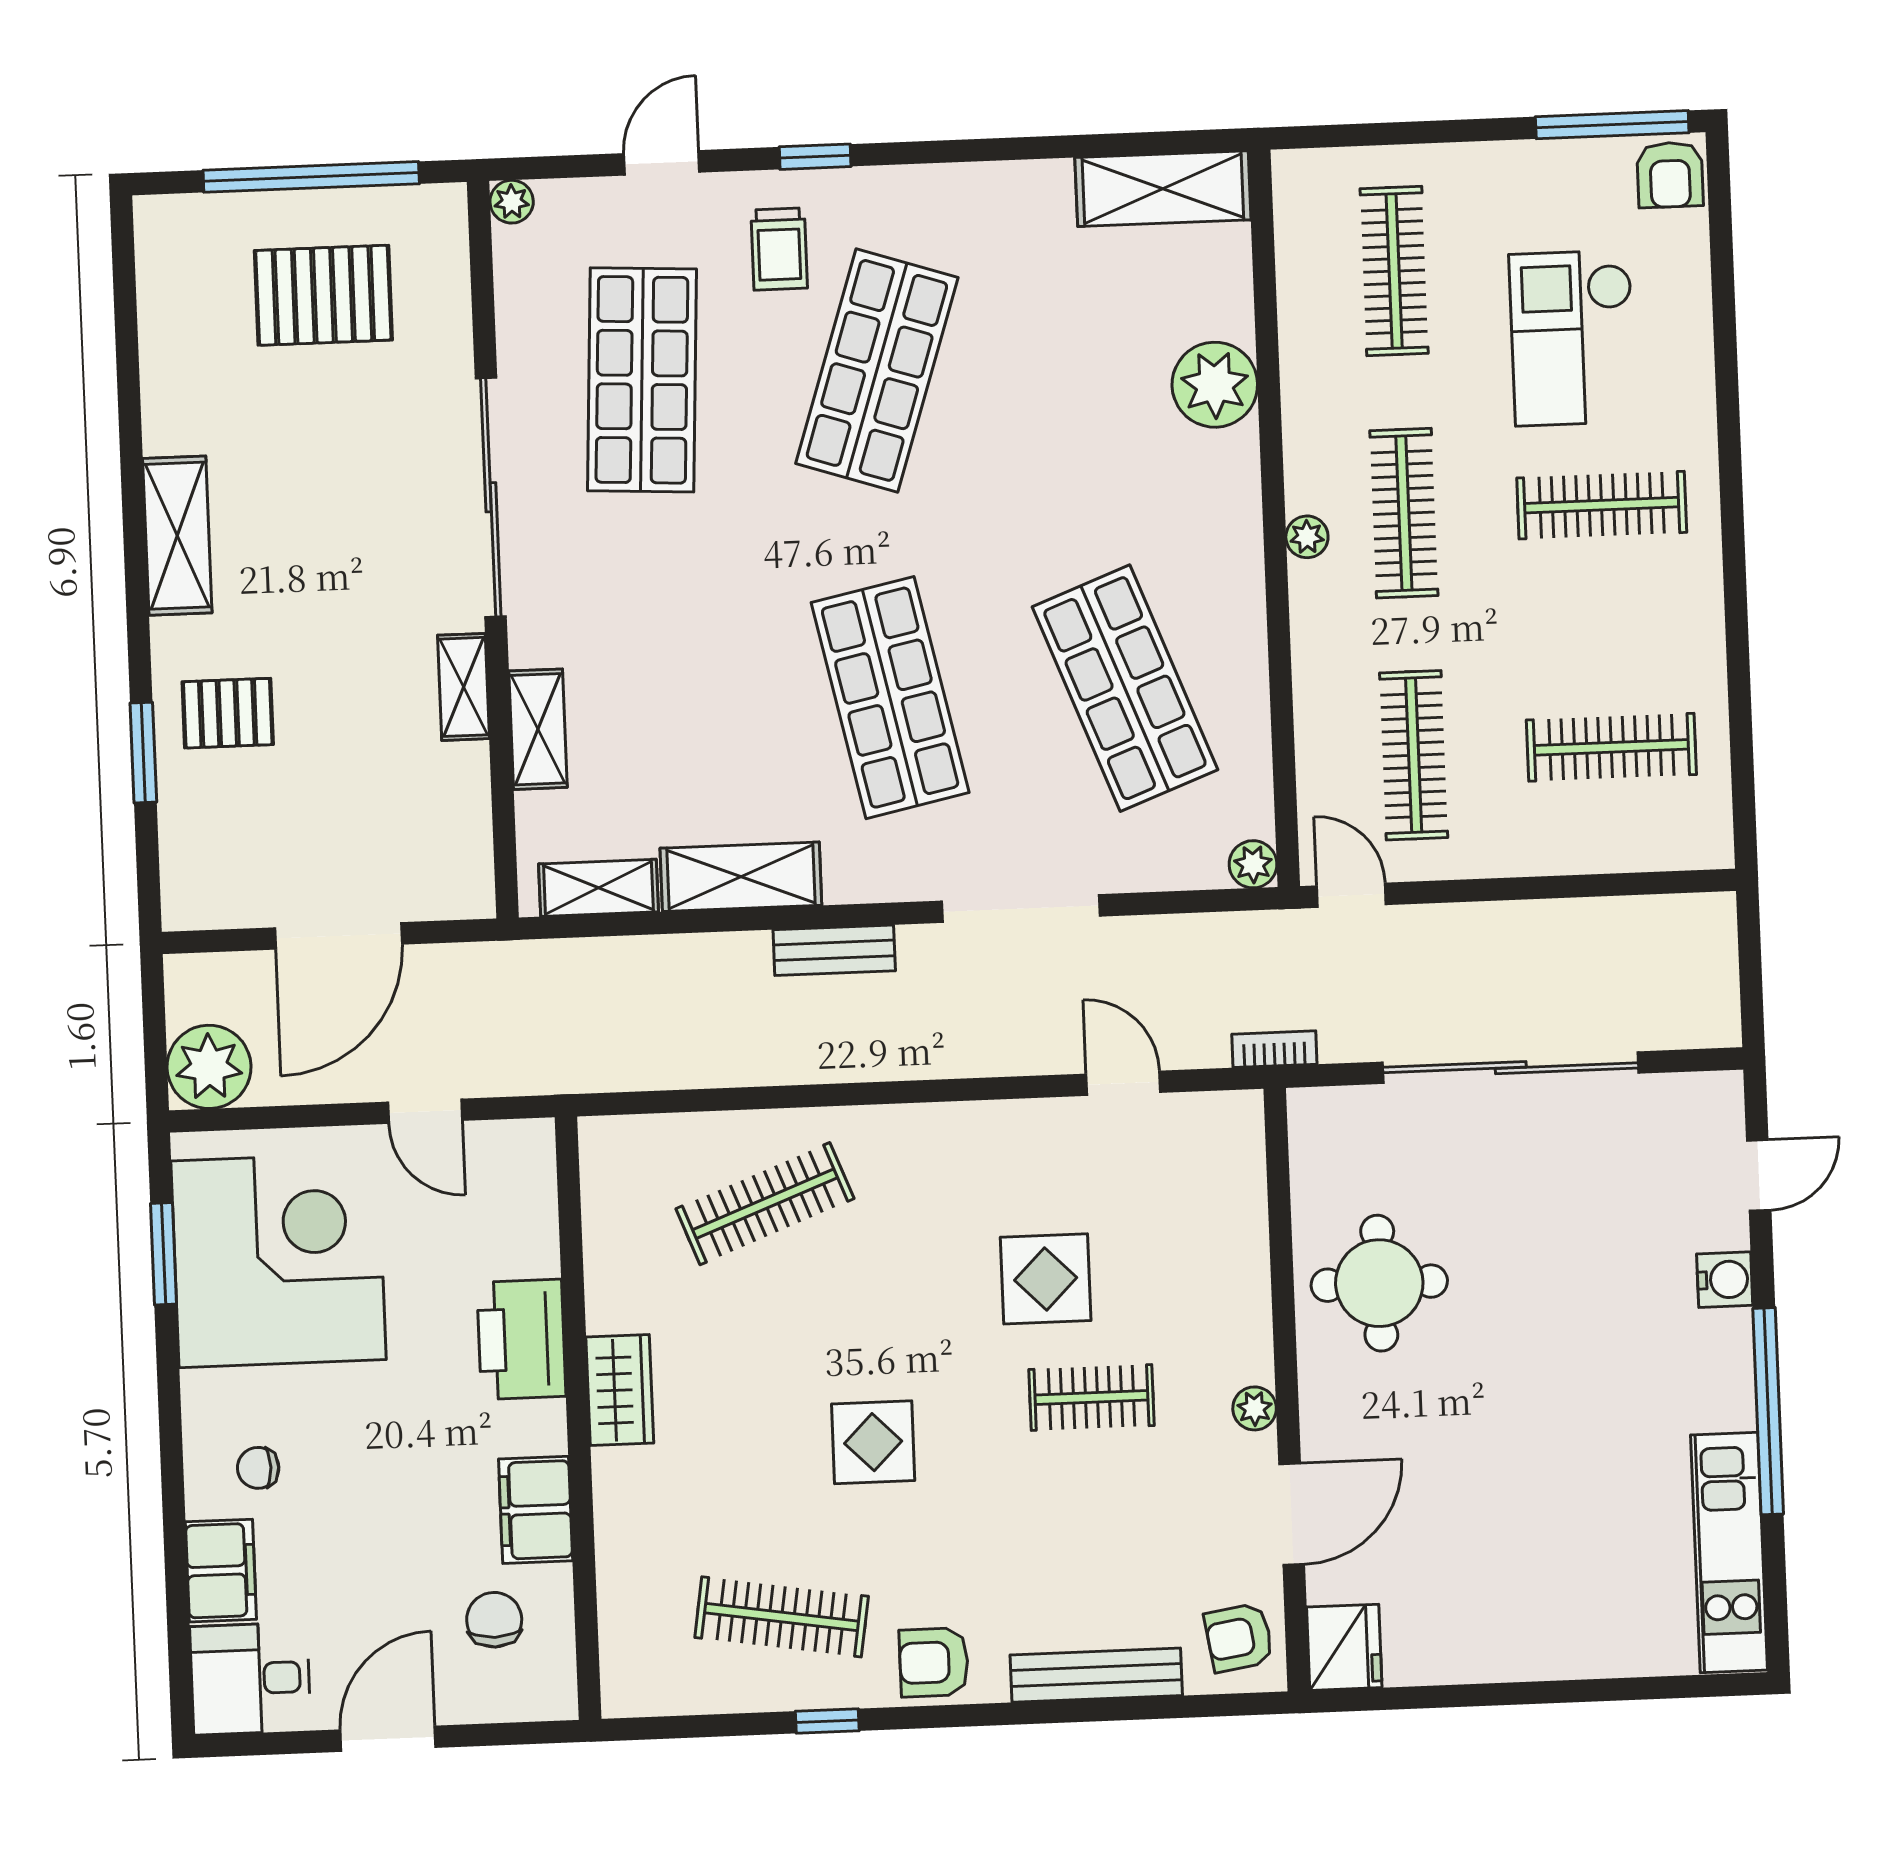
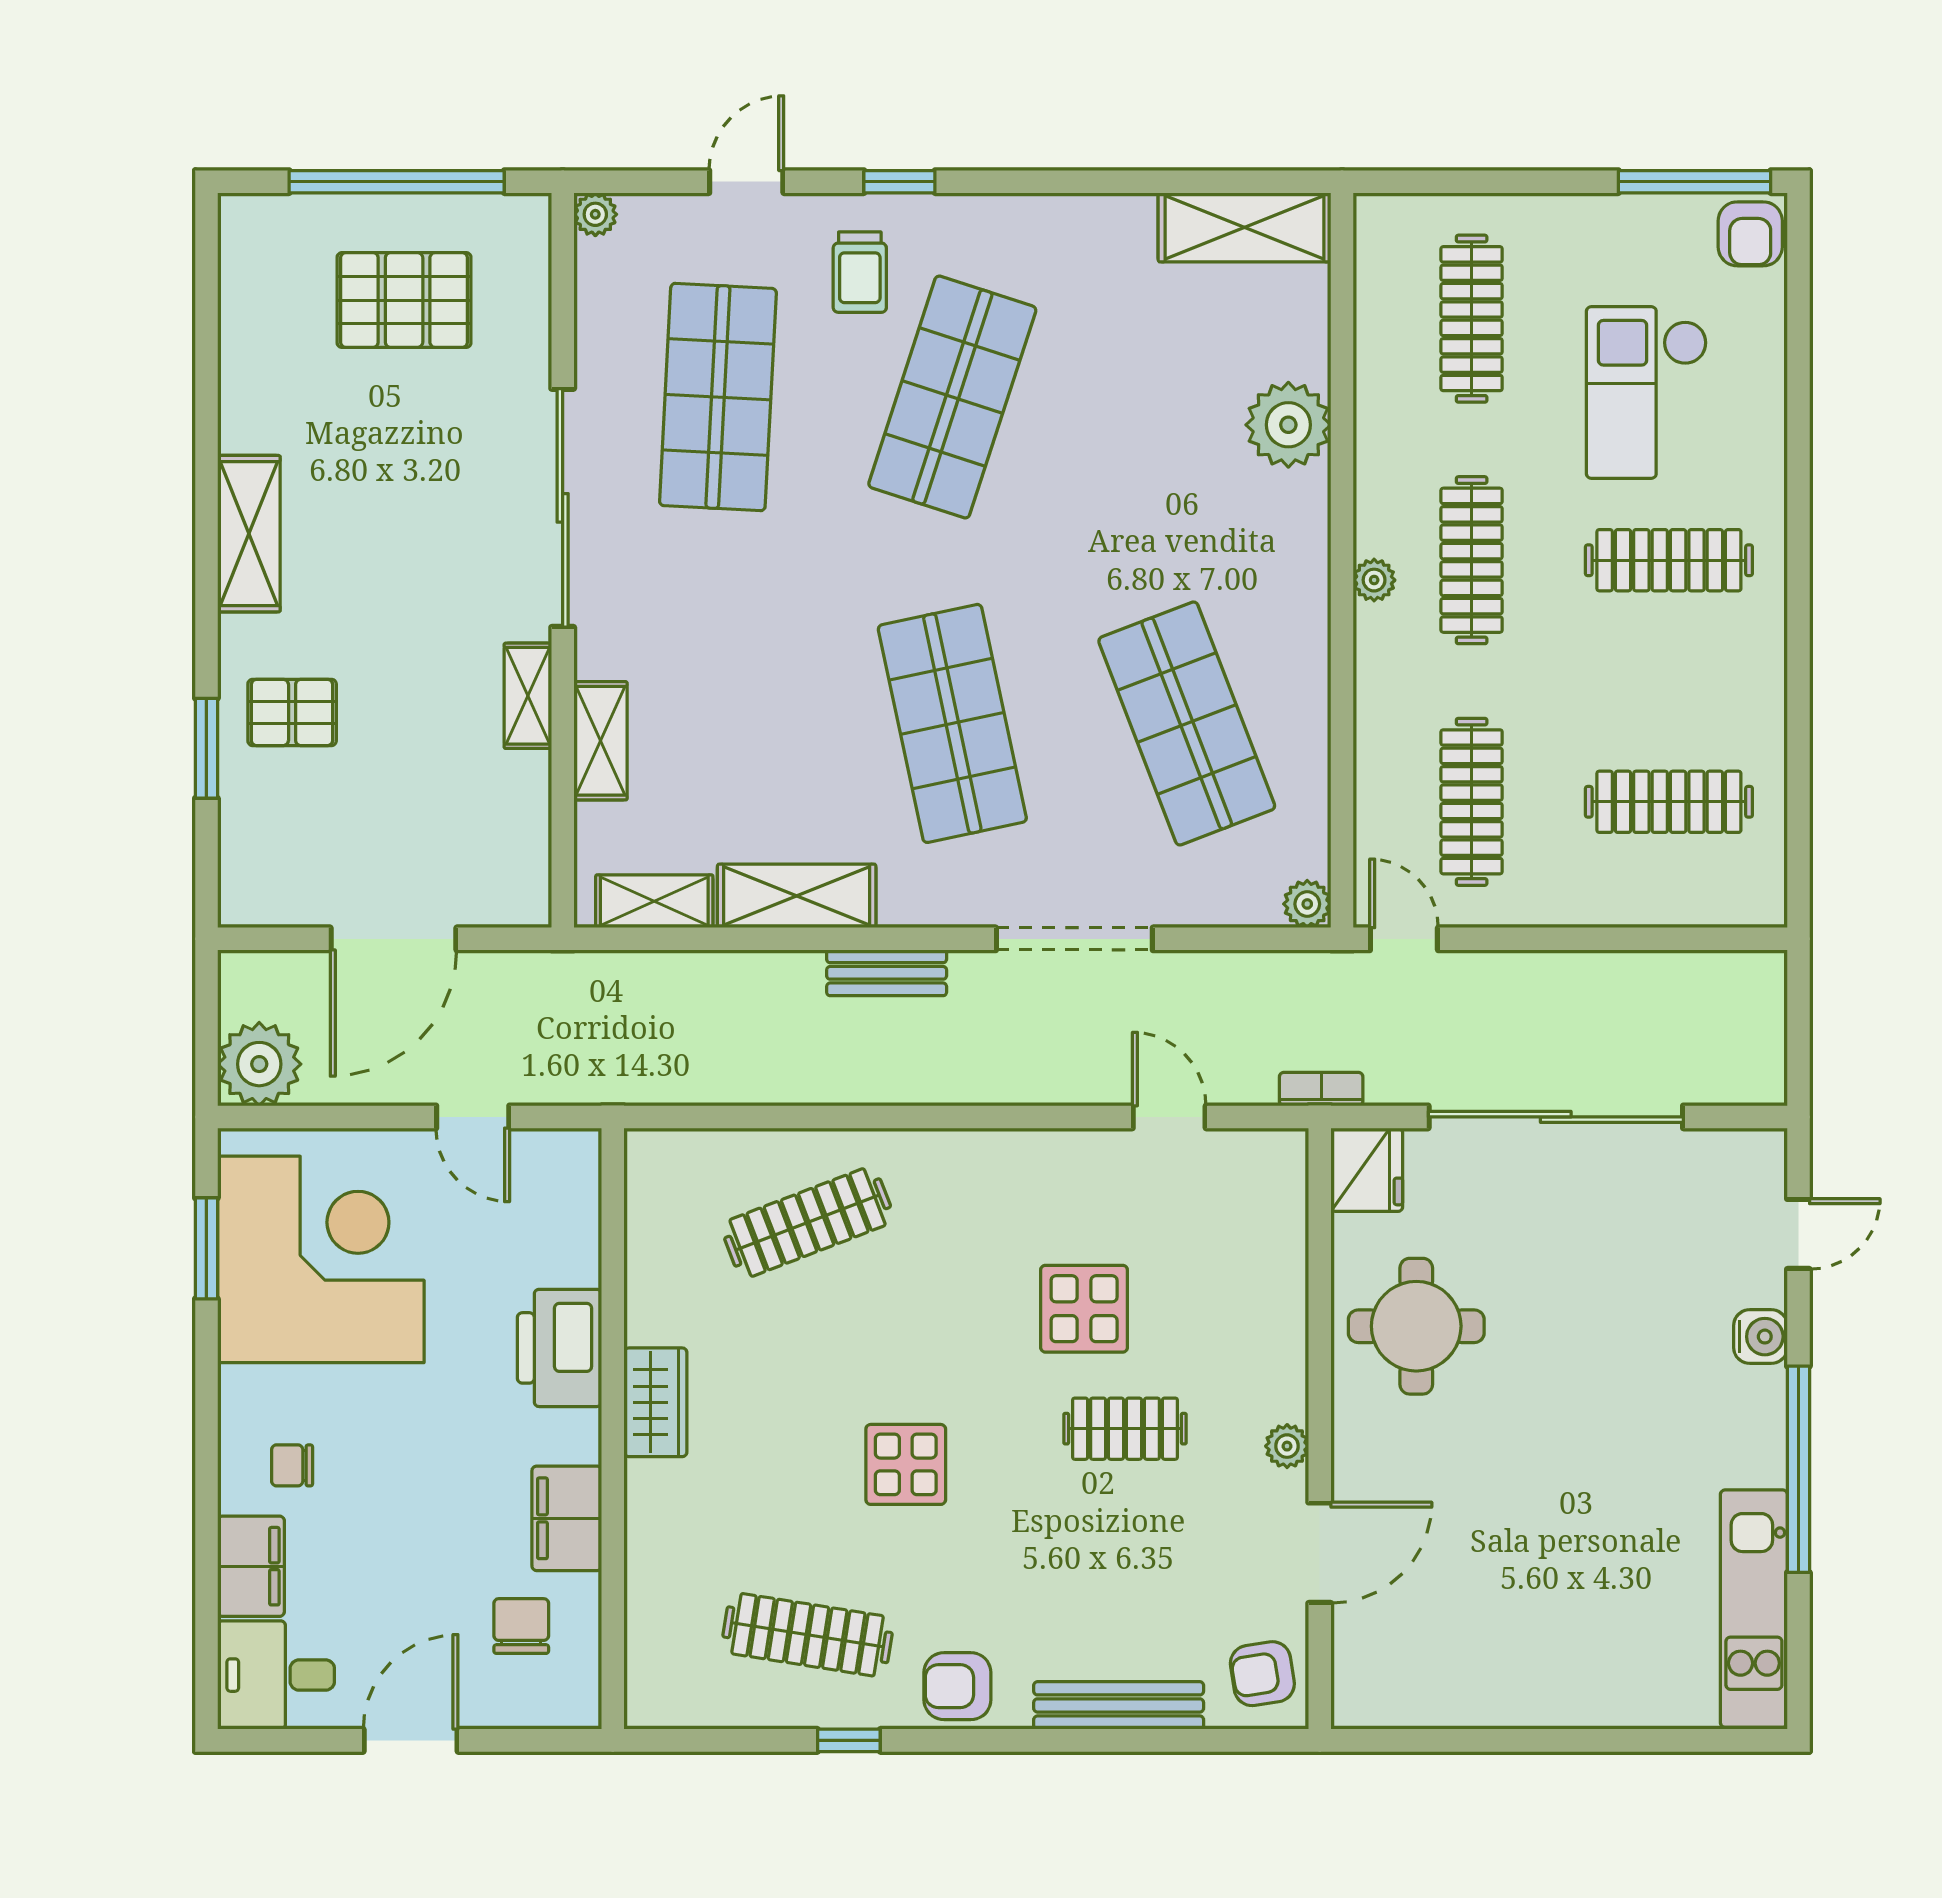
fridge: (1344, 1647) -> (1367, 1170), moved

